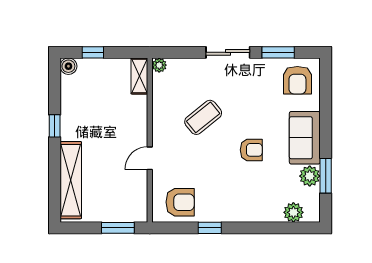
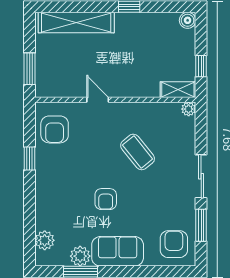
window: (93, 52) -> (201, 66), moved
armchair: (297, 80) -> (174, 244), turned 90

